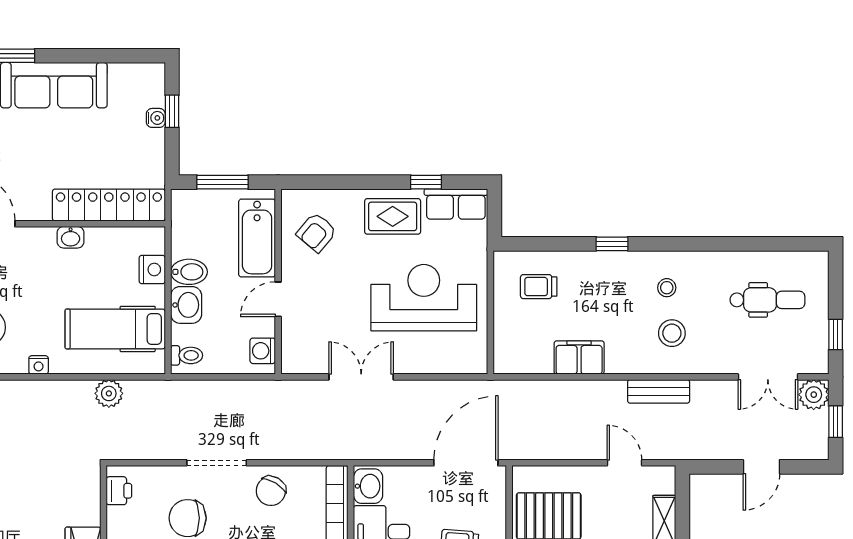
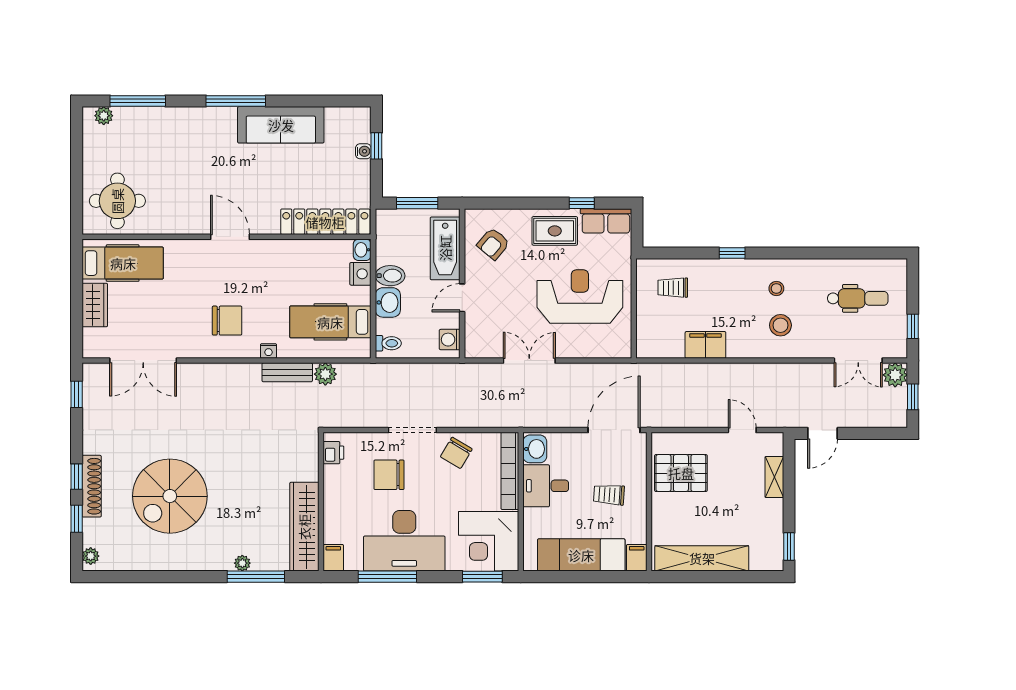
washbasin: (71, 237) -> (362, 250), moved, turned 90
bench: (659, 391) -> (287, 372), moved
door: (761, 467) -> (823, 433), moved

